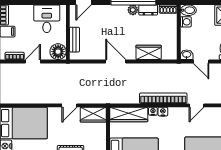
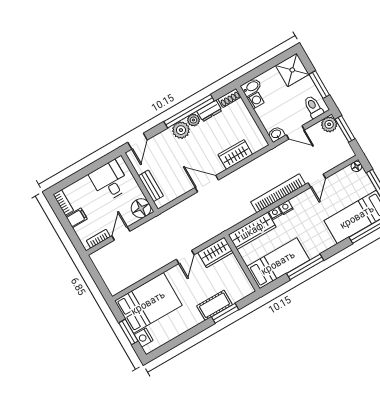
plant: (120, 12) -> (181, 130), added

